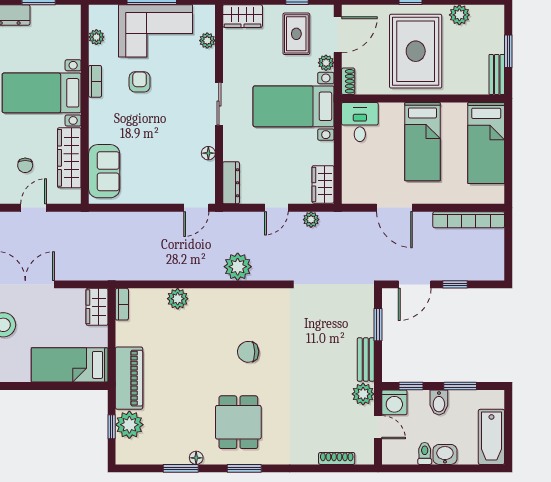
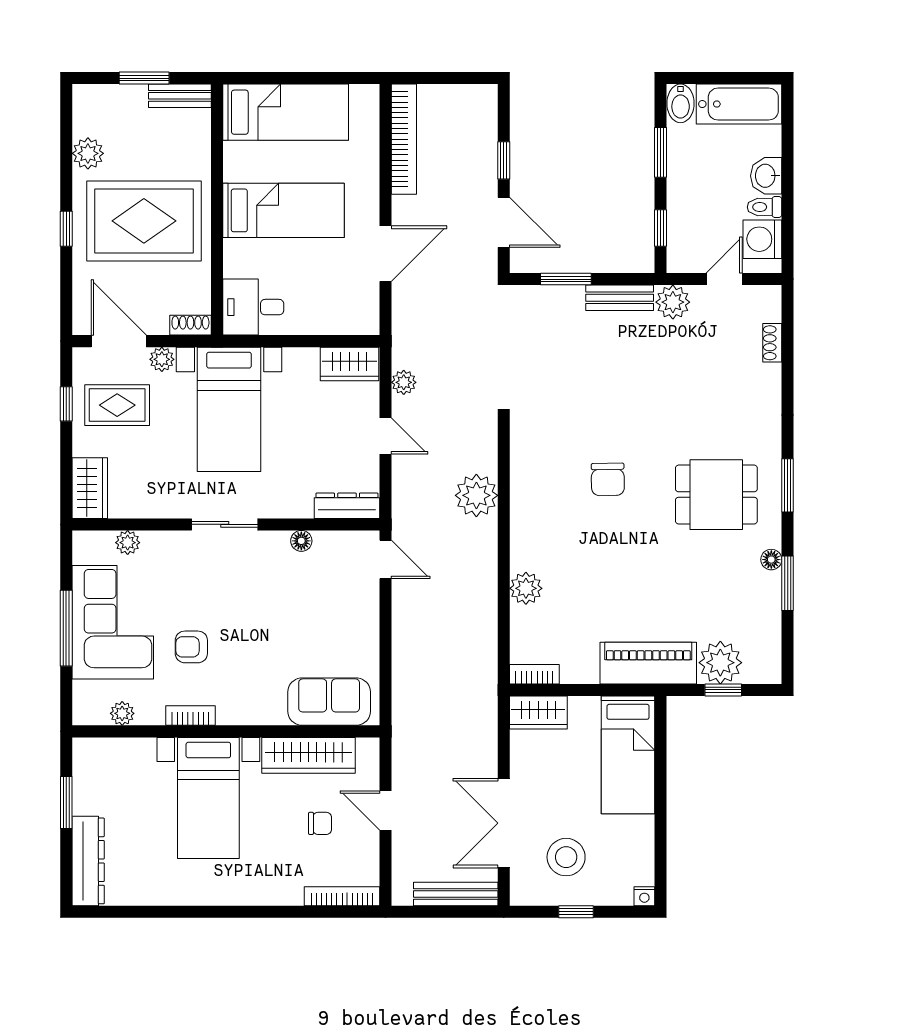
washing machine: (394, 402) -> (762, 239), moved, turned 180
bidet: (439, 402) -> (681, 103), moved, turned 90
shoe rack: (337, 458) -> (772, 343), width x0.70

